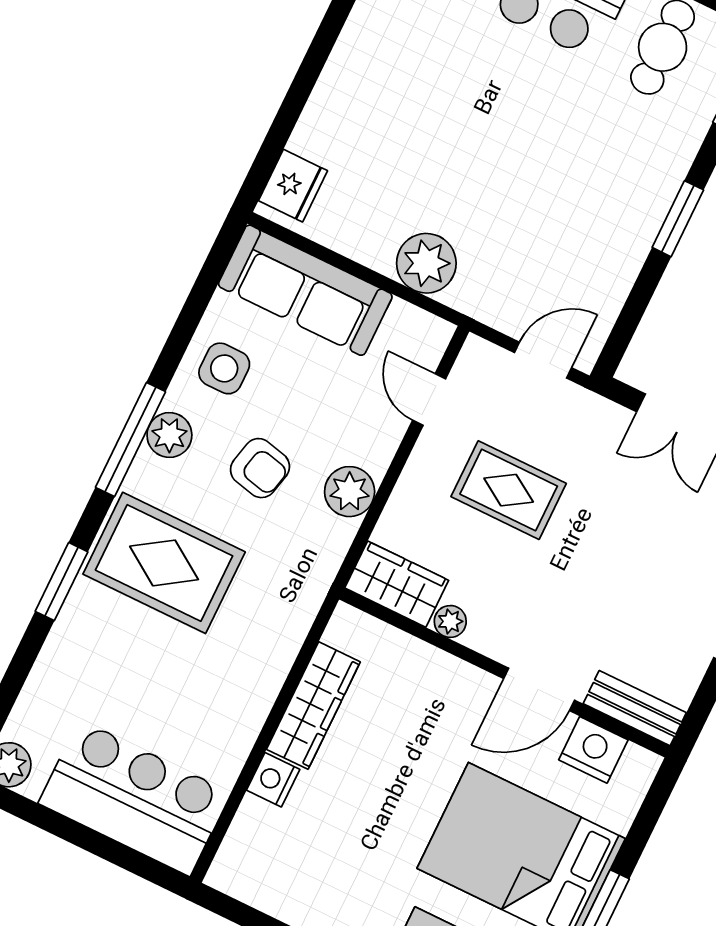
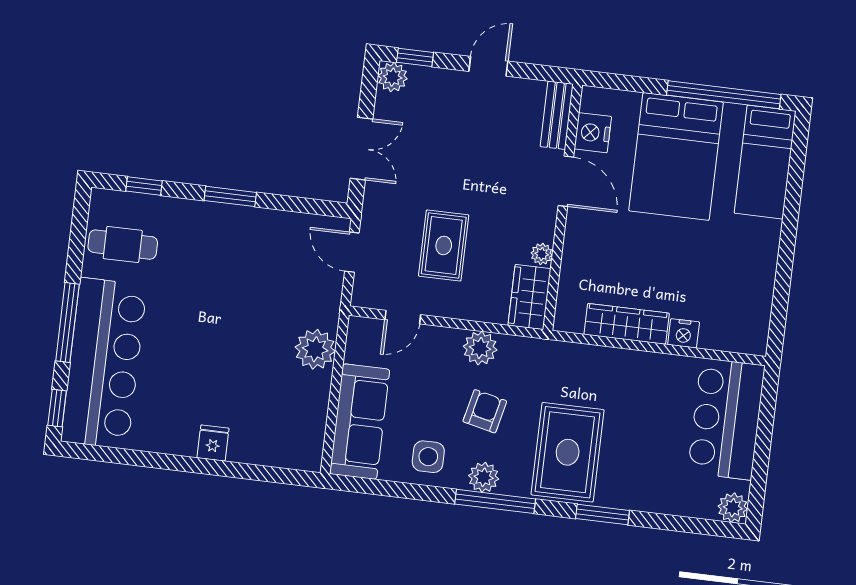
fridge: (293, 186) -> (213, 443), moved, width x0.72

